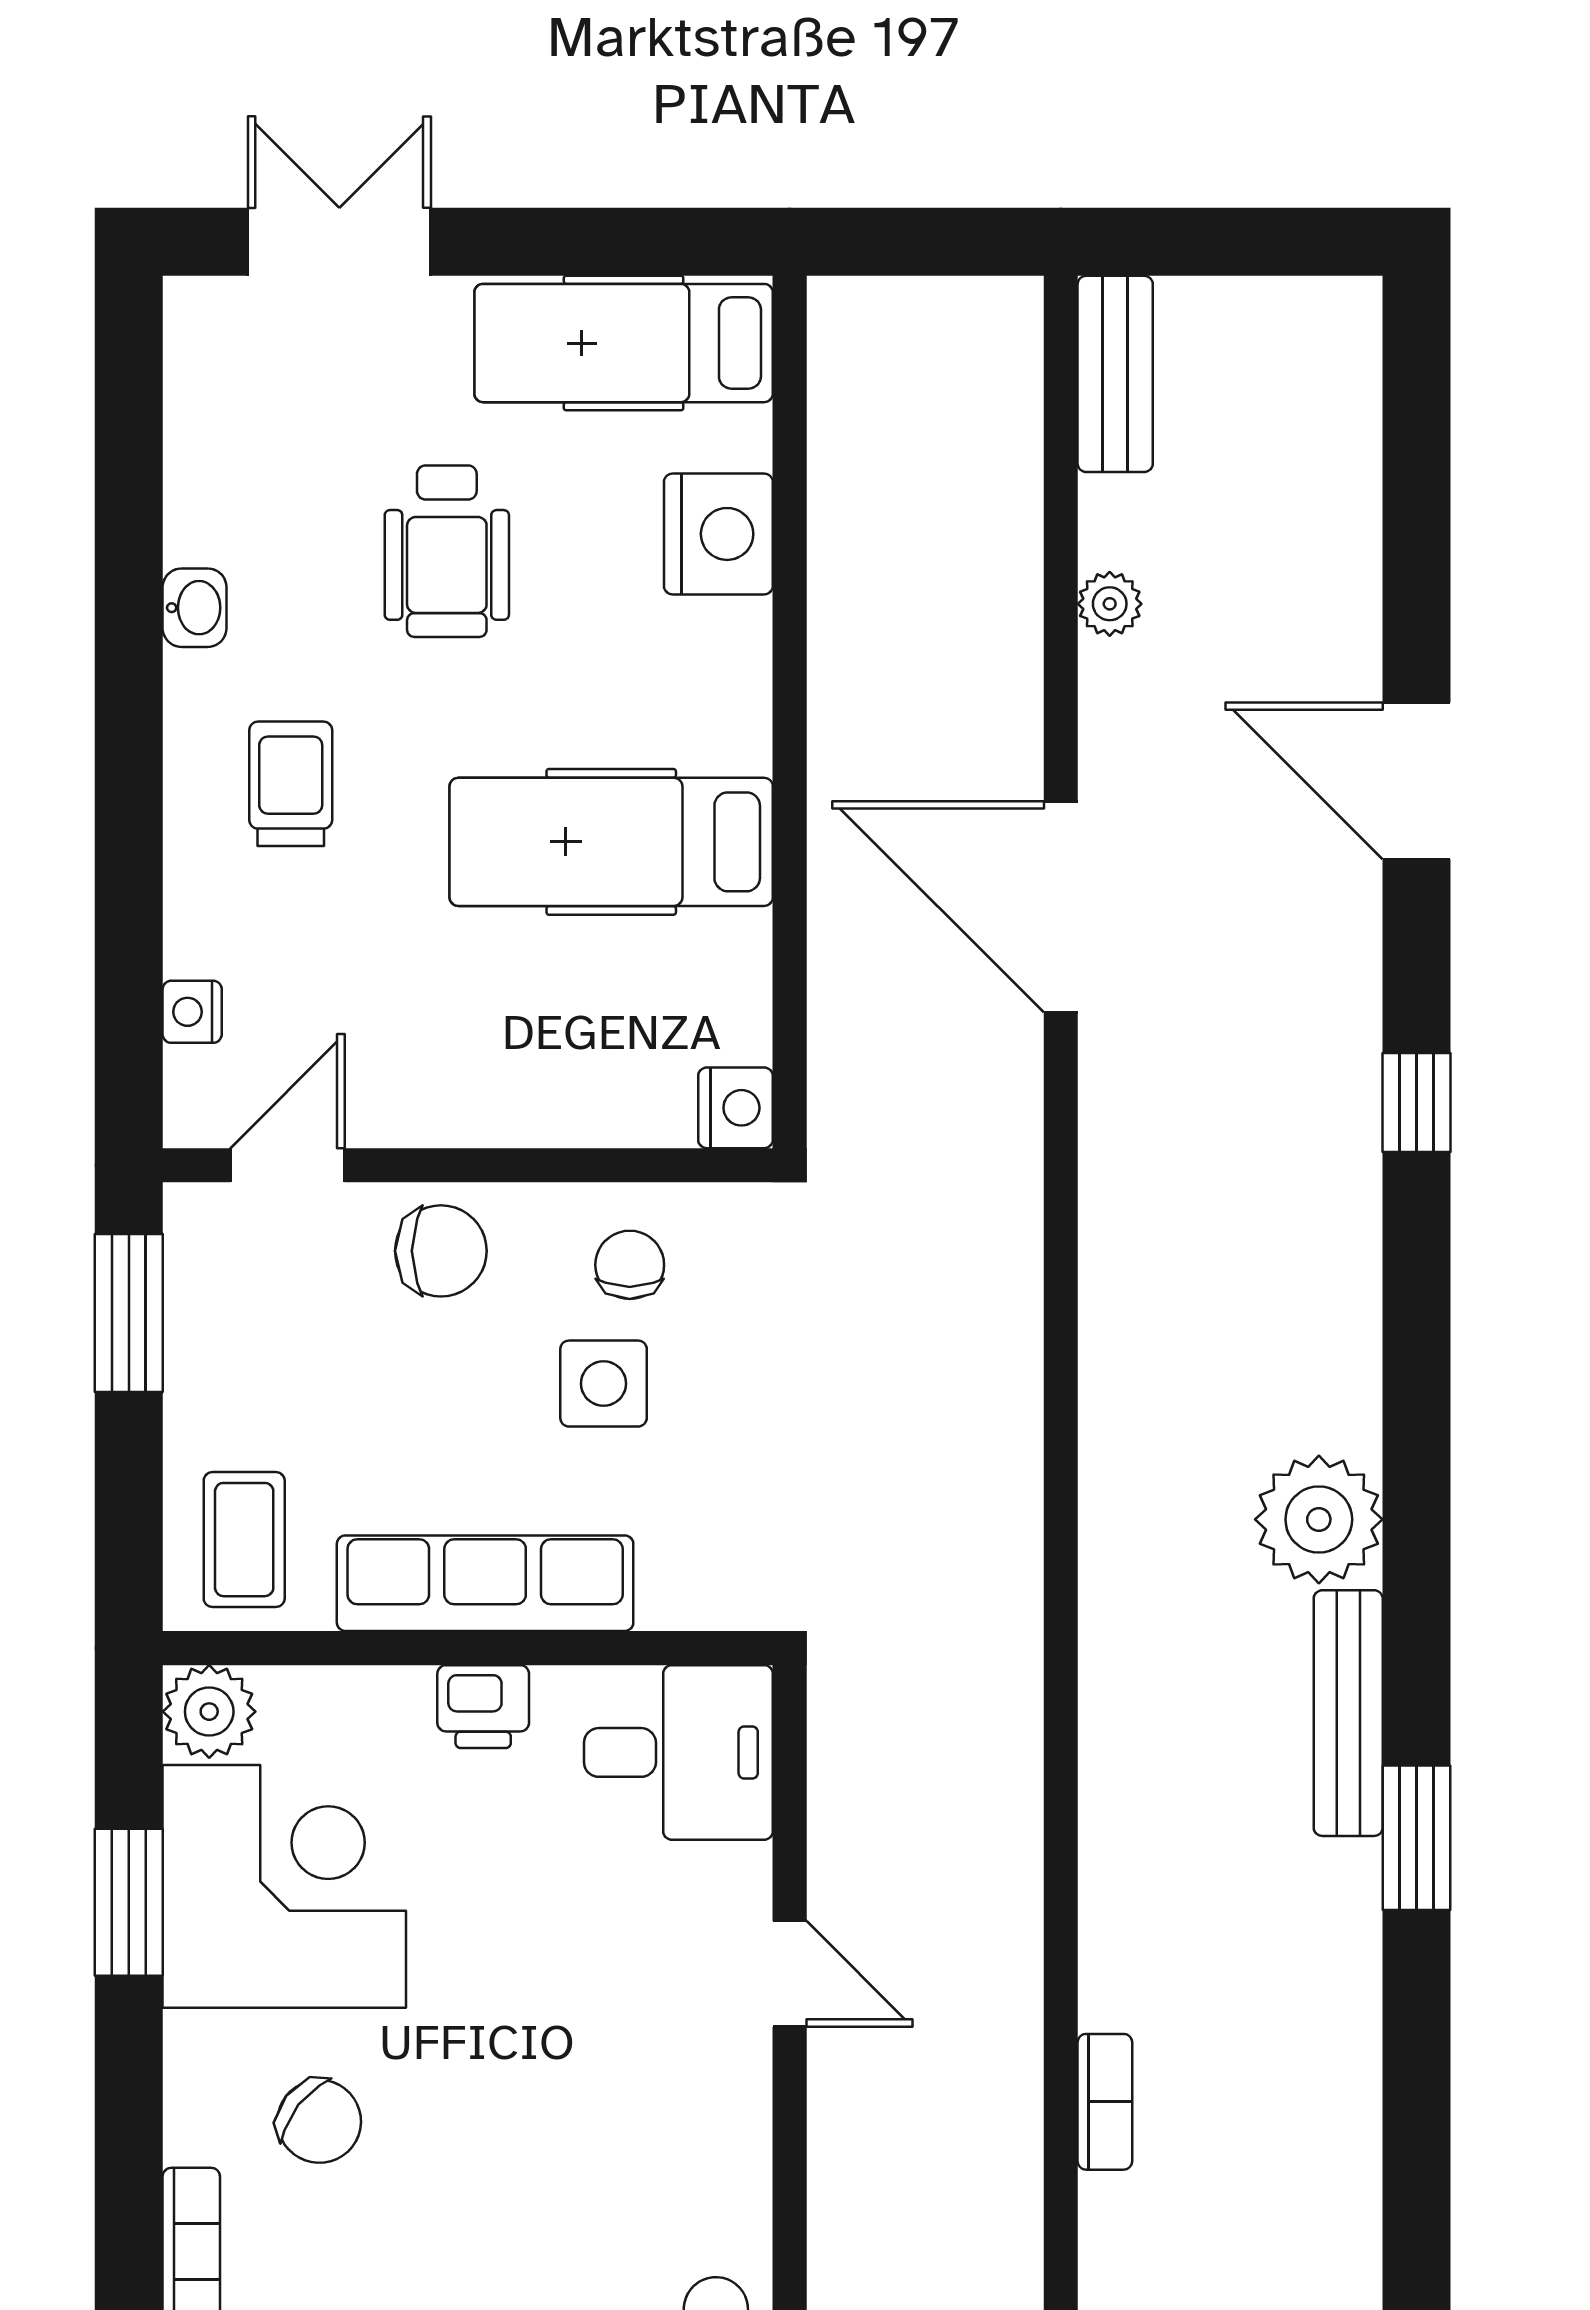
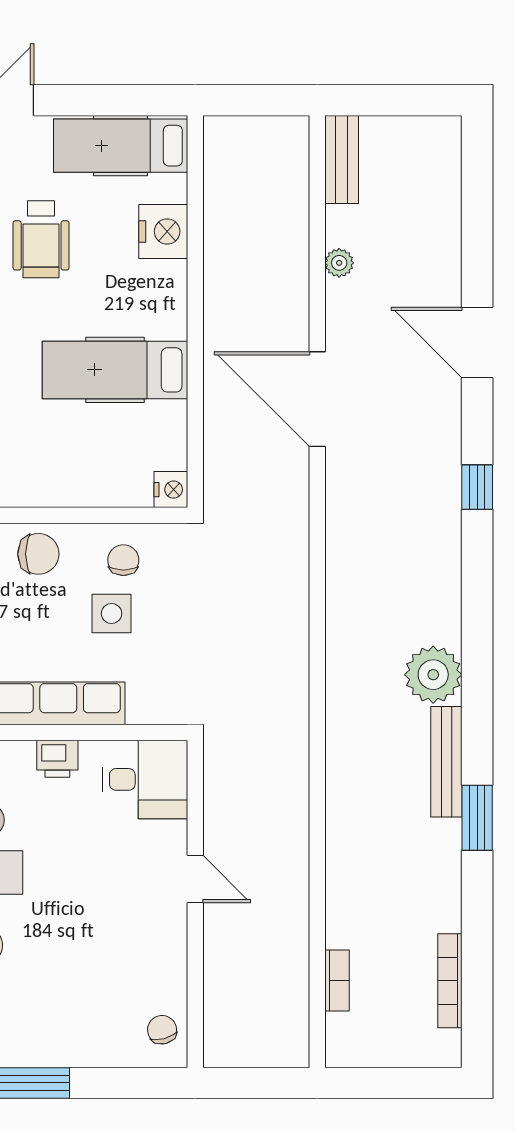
bookcase: (1105, 2102) -> (337, 980), moved
bookcase: (1356, 2200) -> (450, 981), added

